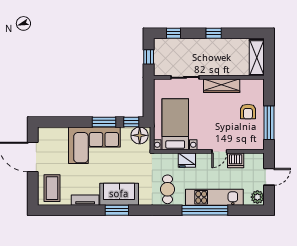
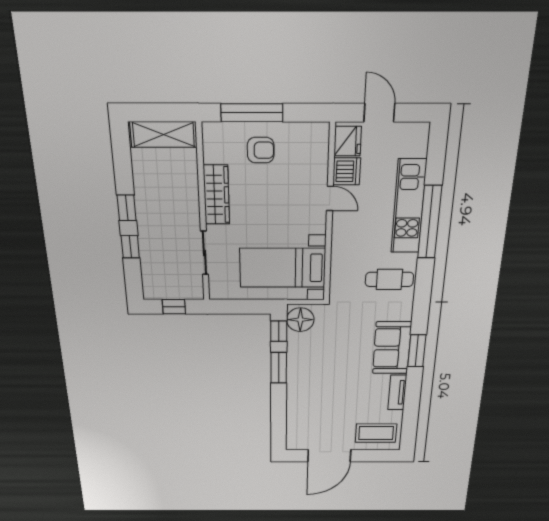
window: (174, 33) -> (130, 247), moved
window: (269, 123) -> (252, 113), moved
corner sofa: (94, 145) -> (314, 380), removed
fridge: (187, 160) -> (348, 141), moved
plant: (257, 197) -> (414, 133), removed

